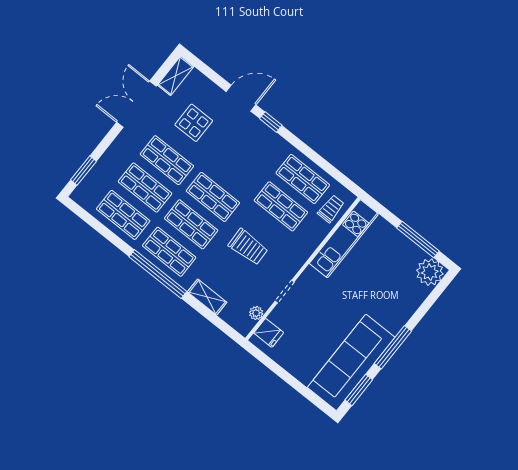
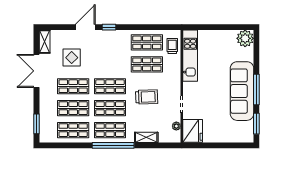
window: (418, 239) -> (227, 27), removed
fridge: (269, 333) -> (193, 131), width x1.88, depth x1.34
sofa: (351, 362) -> (242, 91), moved

